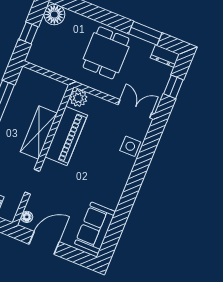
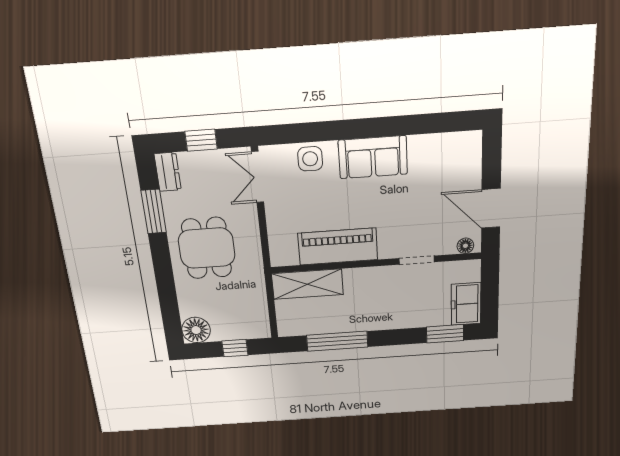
dining table: (106, 53) -> (207, 248), turned 90
plant: (78, 98) -> (282, 255), removed
shelving: (39, 132) -> (307, 284), moved
sofa: (95, 228) -> (373, 157), moved

